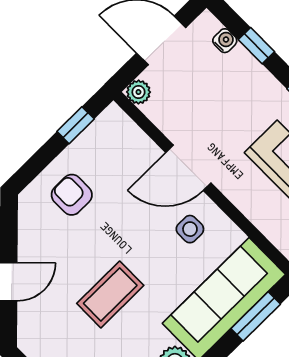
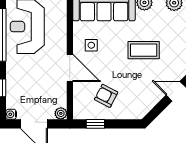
water cooler: (225, 41) -> (11, 114), moved
armchair: (72, 195) -> (106, 96), moved, turned 117

